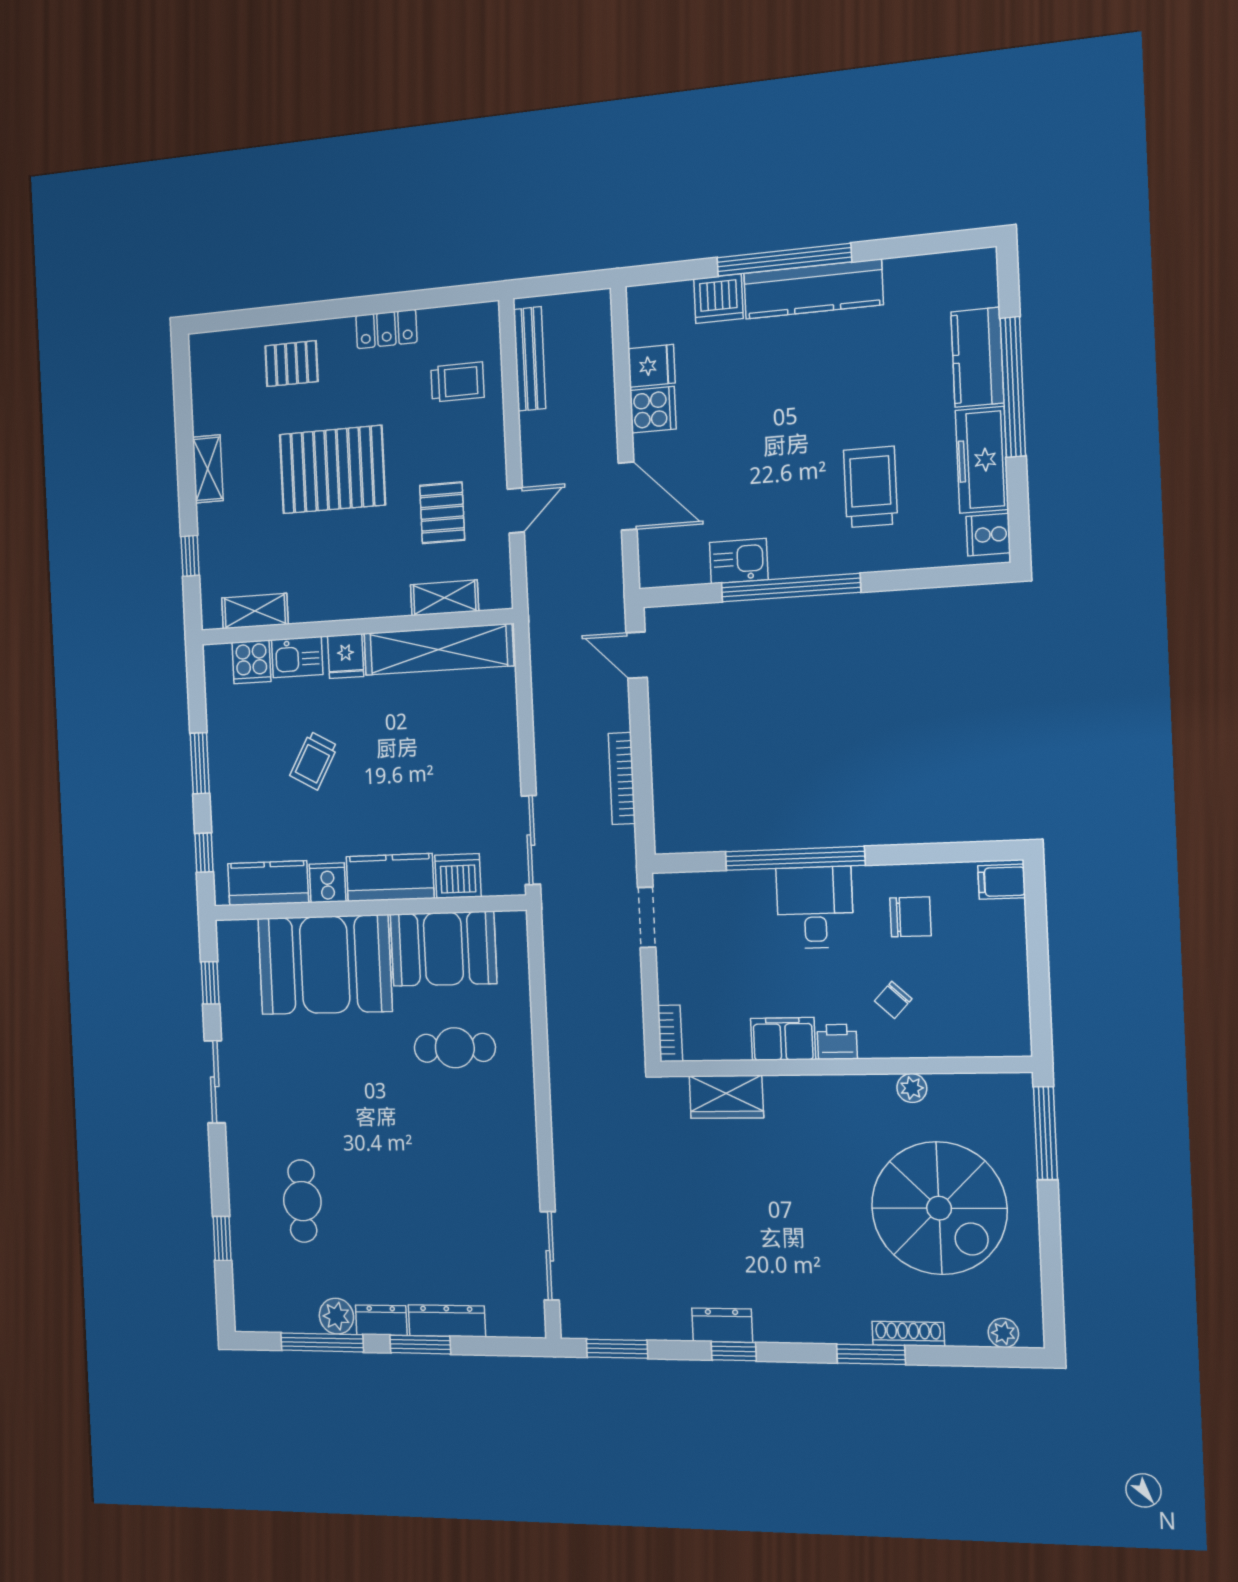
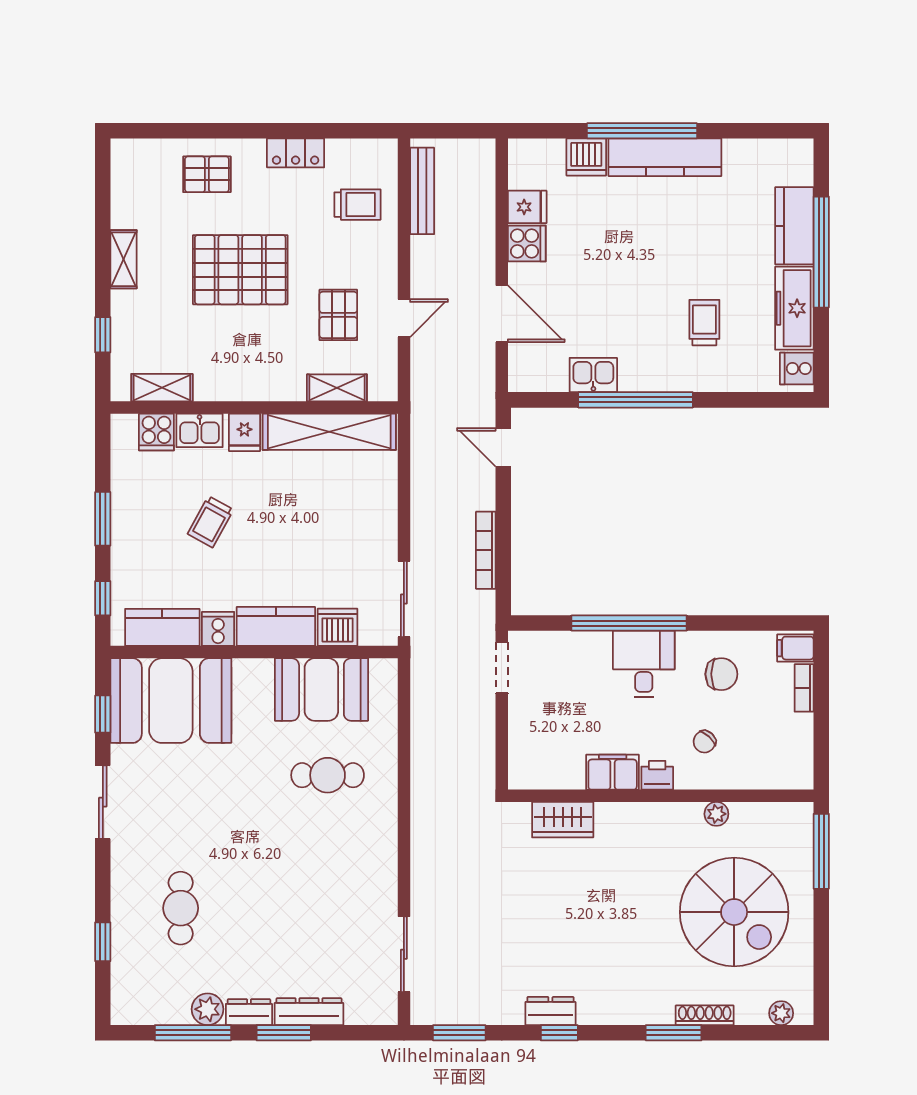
trolley: (870, 487) -> (704, 323), width x0.73, depth x0.72
booth: (325, 965) -> (171, 701), moved
bookcase: (670, 1033) -> (804, 688), moved, turned 180

